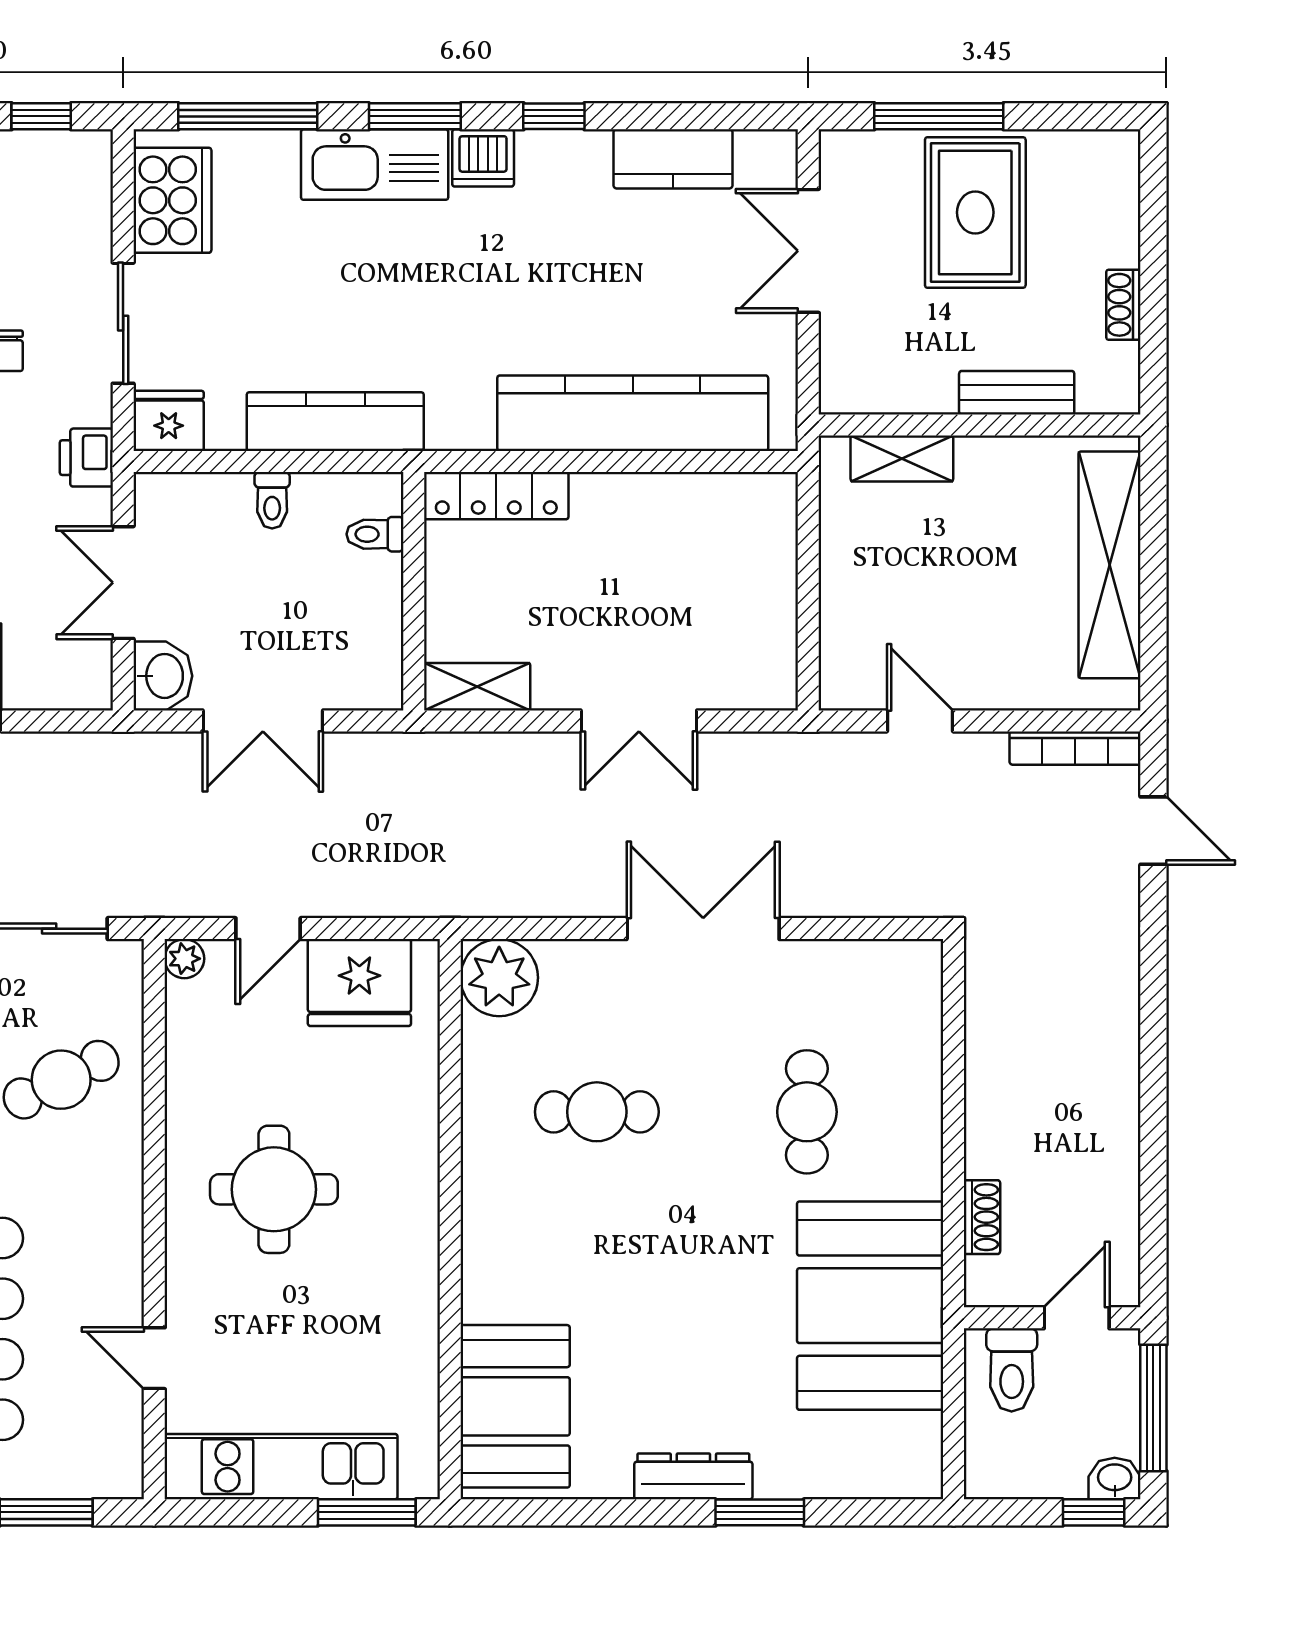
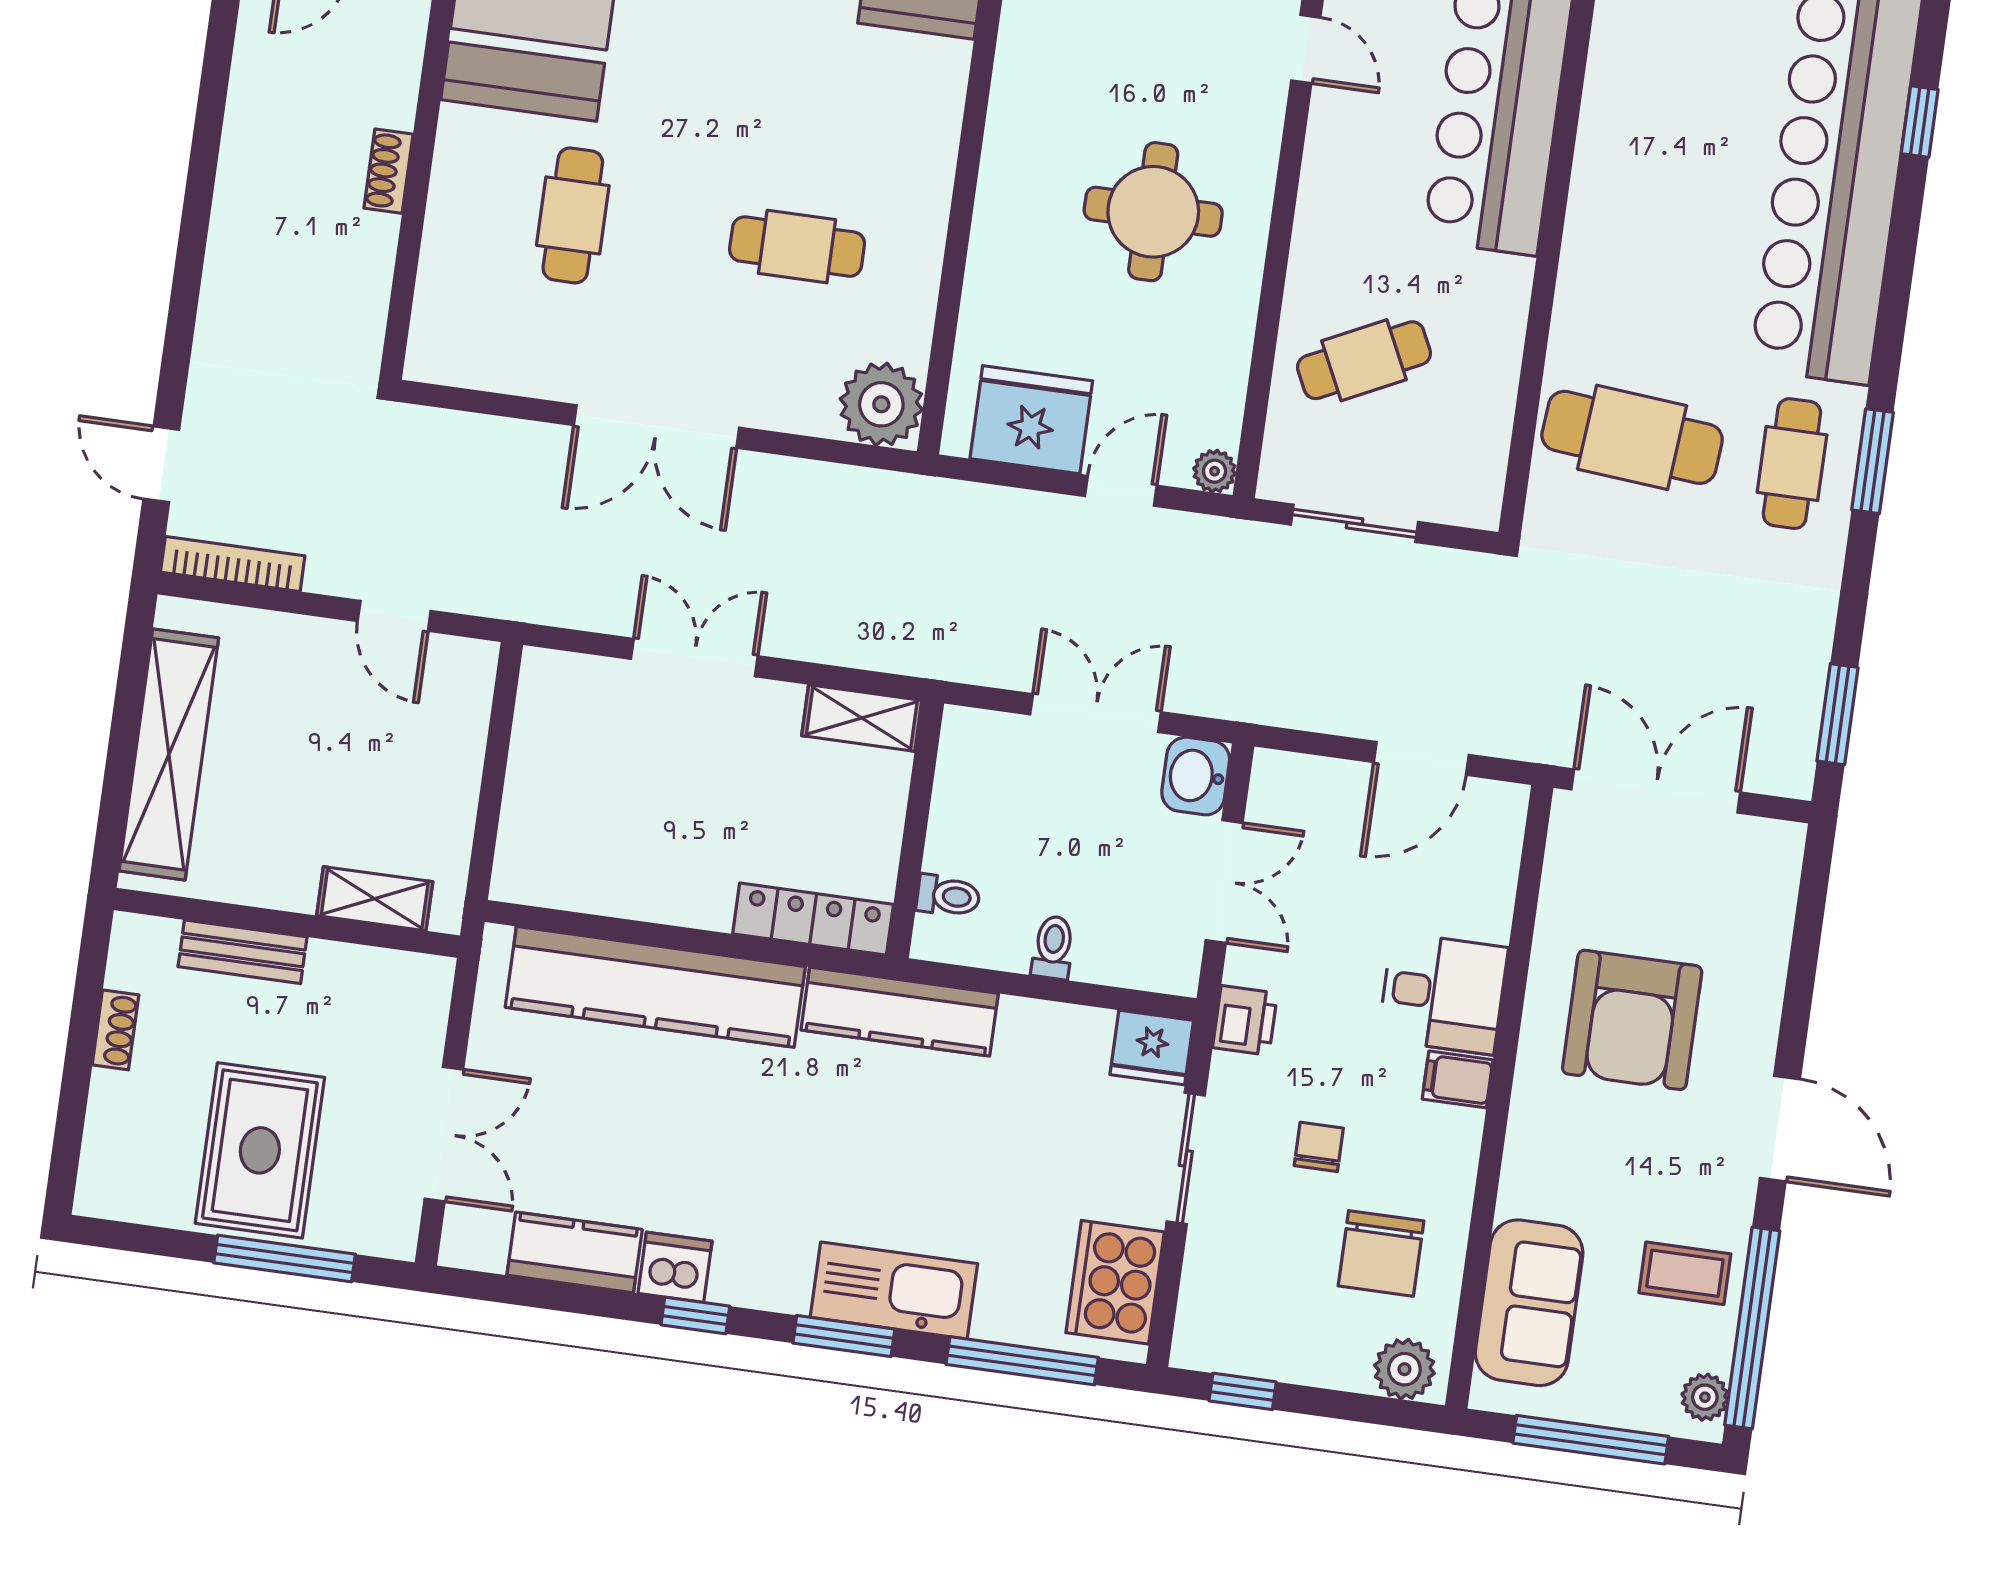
dishwasher: (483, 158) -> (675, 1267), moved
kitchen counter: (335, 422) -> (900, 1012), moved
shoe rack: (982, 1217) -> (388, 171), moved

